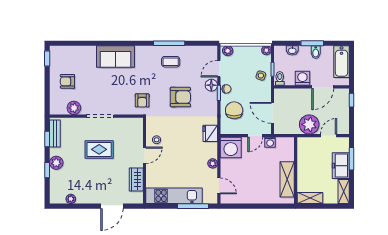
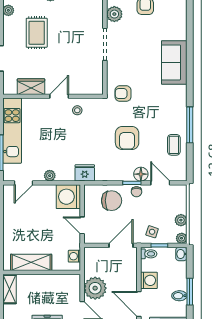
washbasin: (292, 50) -> (181, 254), moved
plant: (228, 51) -> (181, 220), moved
coffee table: (171, 62) -> (174, 145), moved
door: (272, 113) -> (121, 245), moved
washing machine: (270, 142) -> (74, 256), moved
rug: (99, 149) -> (37, 33), moved
door: (144, 155) -> (59, 96), swing flipped

